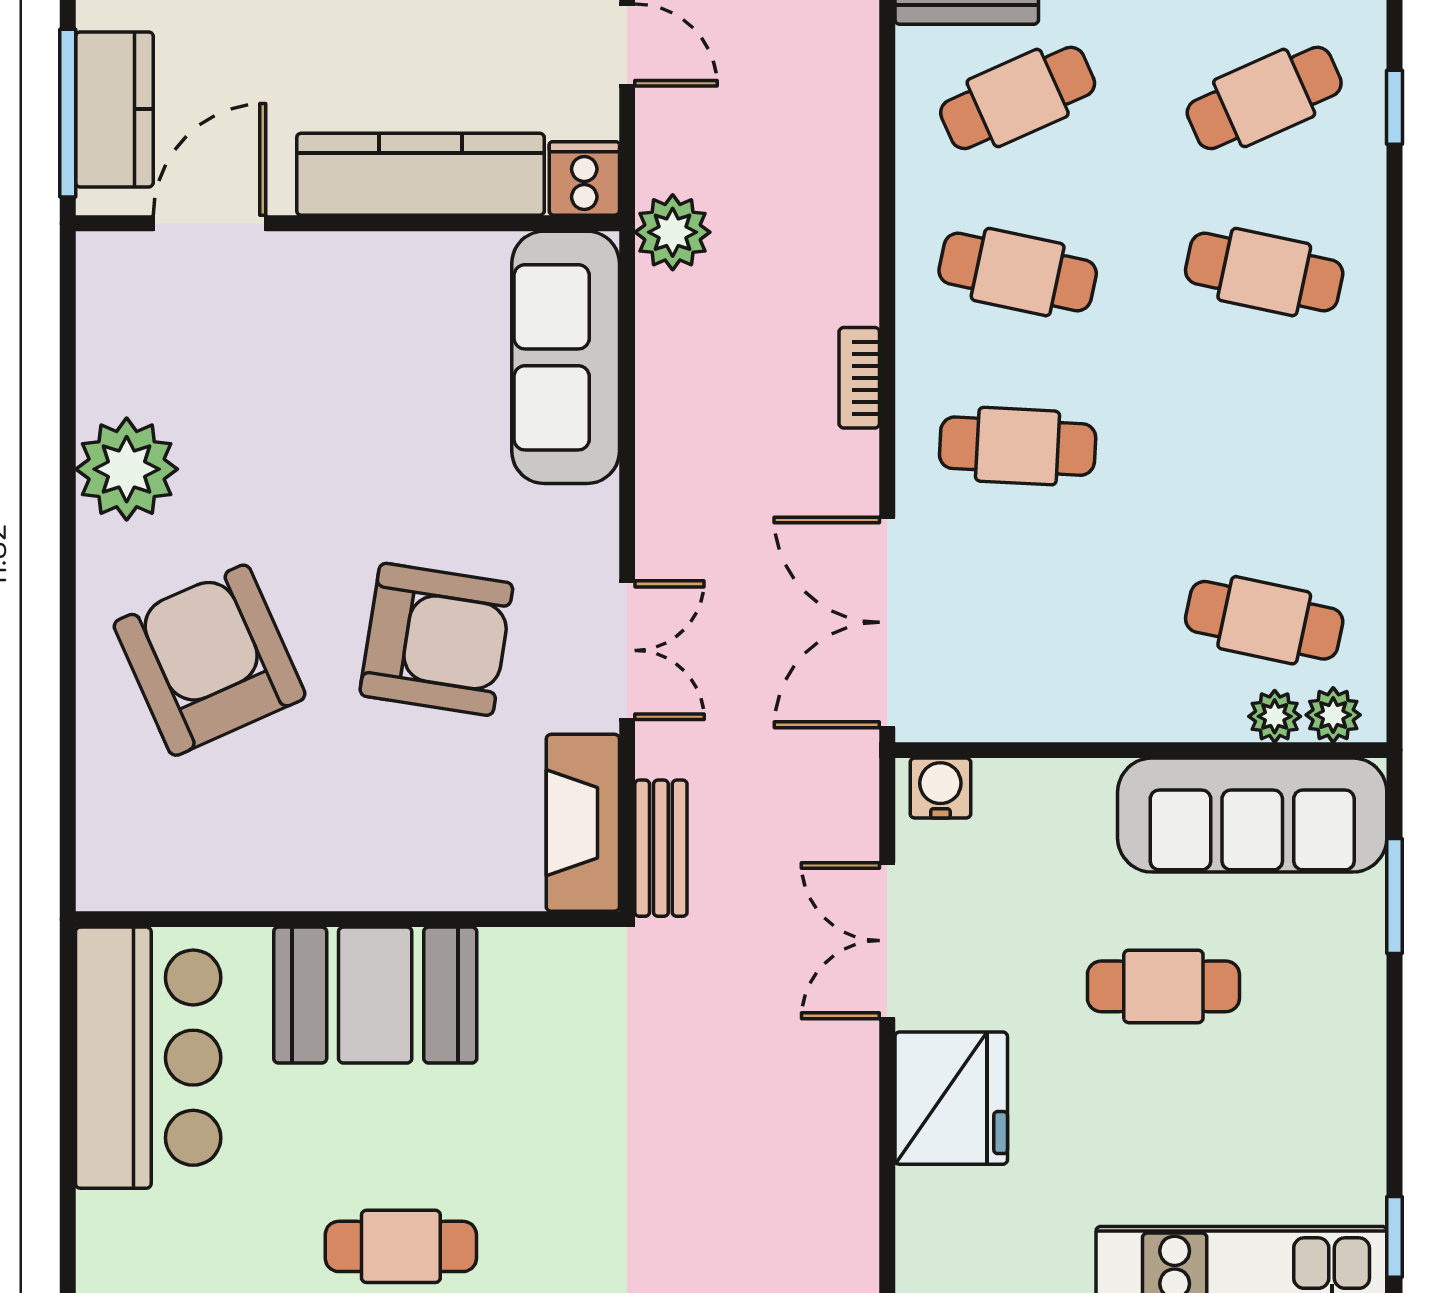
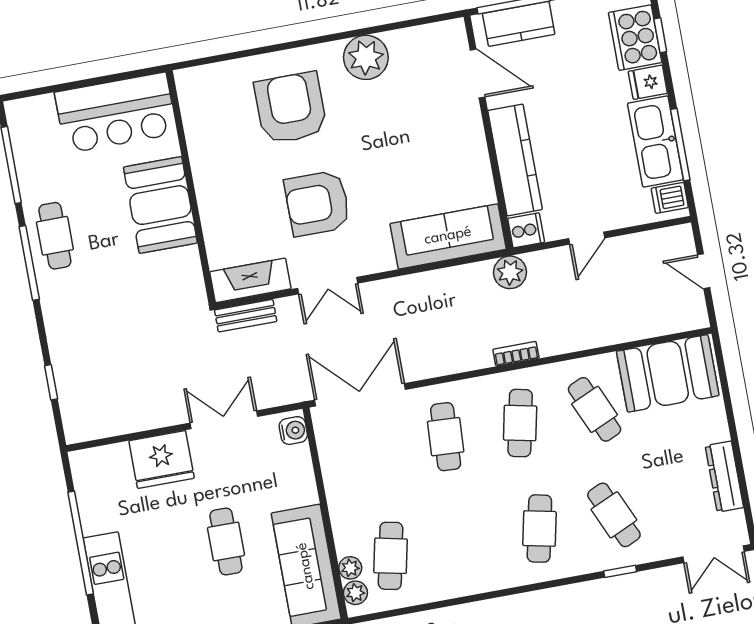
bookcase: (859, 378) -> (516, 354), moved
armchair: (436, 639) -> (317, 203), turned 81
armchair: (210, 660) -> (291, 108), turned -66

